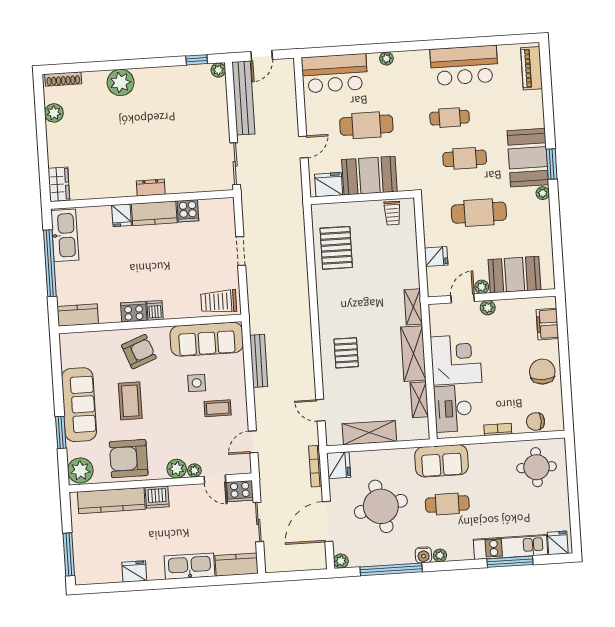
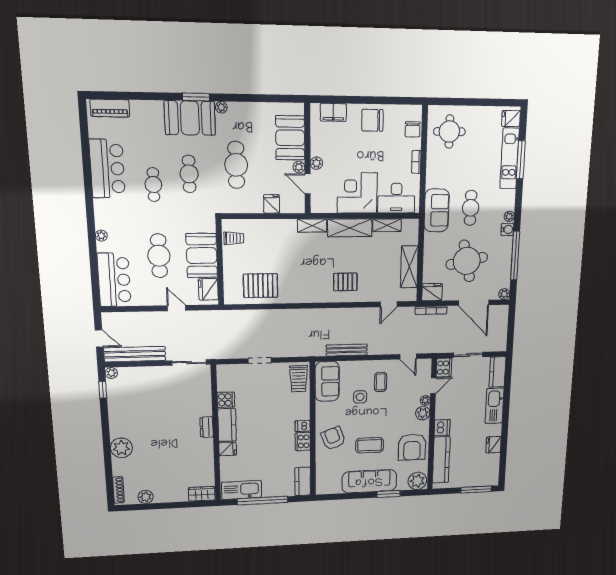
sofa: (207, 339) -> (327, 381), width x0.73

